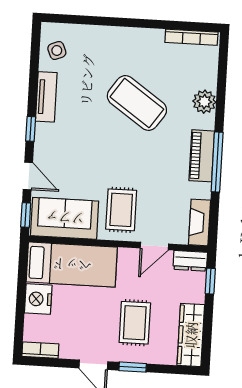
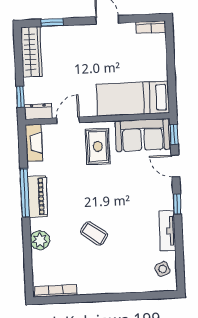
coffee table: (137, 103) -> (94, 234), width x0.54, depth x0.58
nightstand: (38, 299) -> (157, 68), removed
rug: (135, 323) -> (77, 57), removed
window: (133, 367) -> (52, 22), moved

